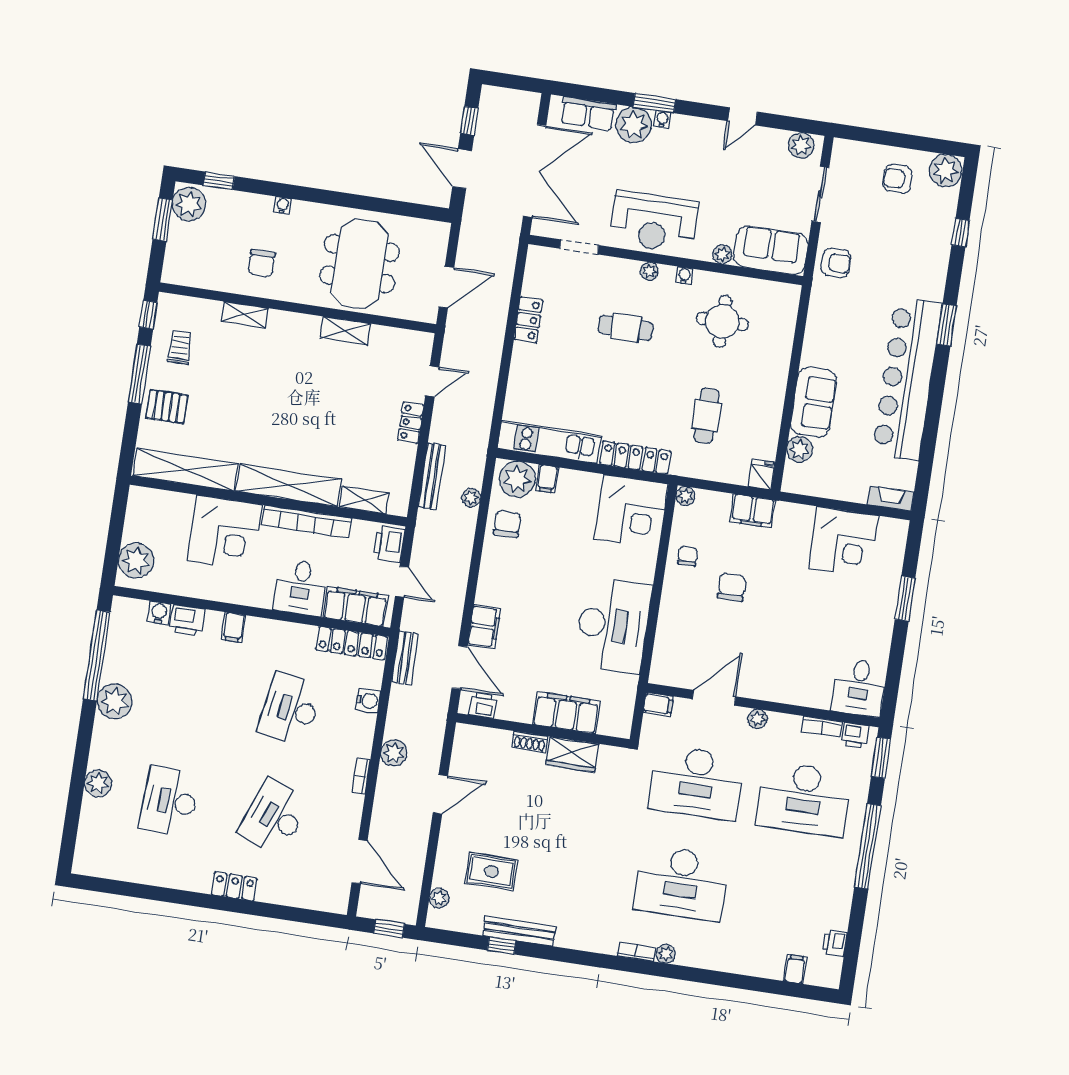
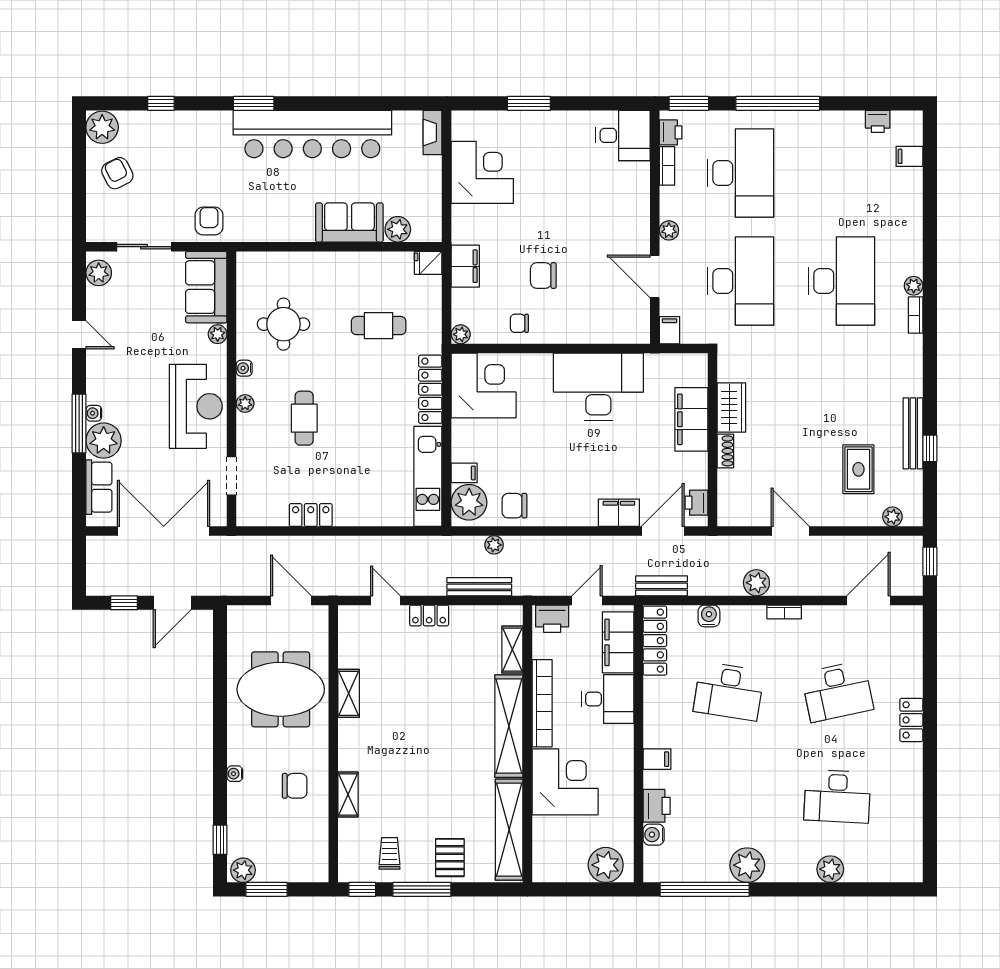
window: (654, 103) -> (79, 423), width x1.44
armchair: (897, 179) -> (117, 173), turned 153
plant: (189, 204) -> (243, 870), width x0.73, depth x0.73
trolley: (180, 347) -> (390, 853), turned 90
desk: (274, 817) -> (837, 691), turned -33

